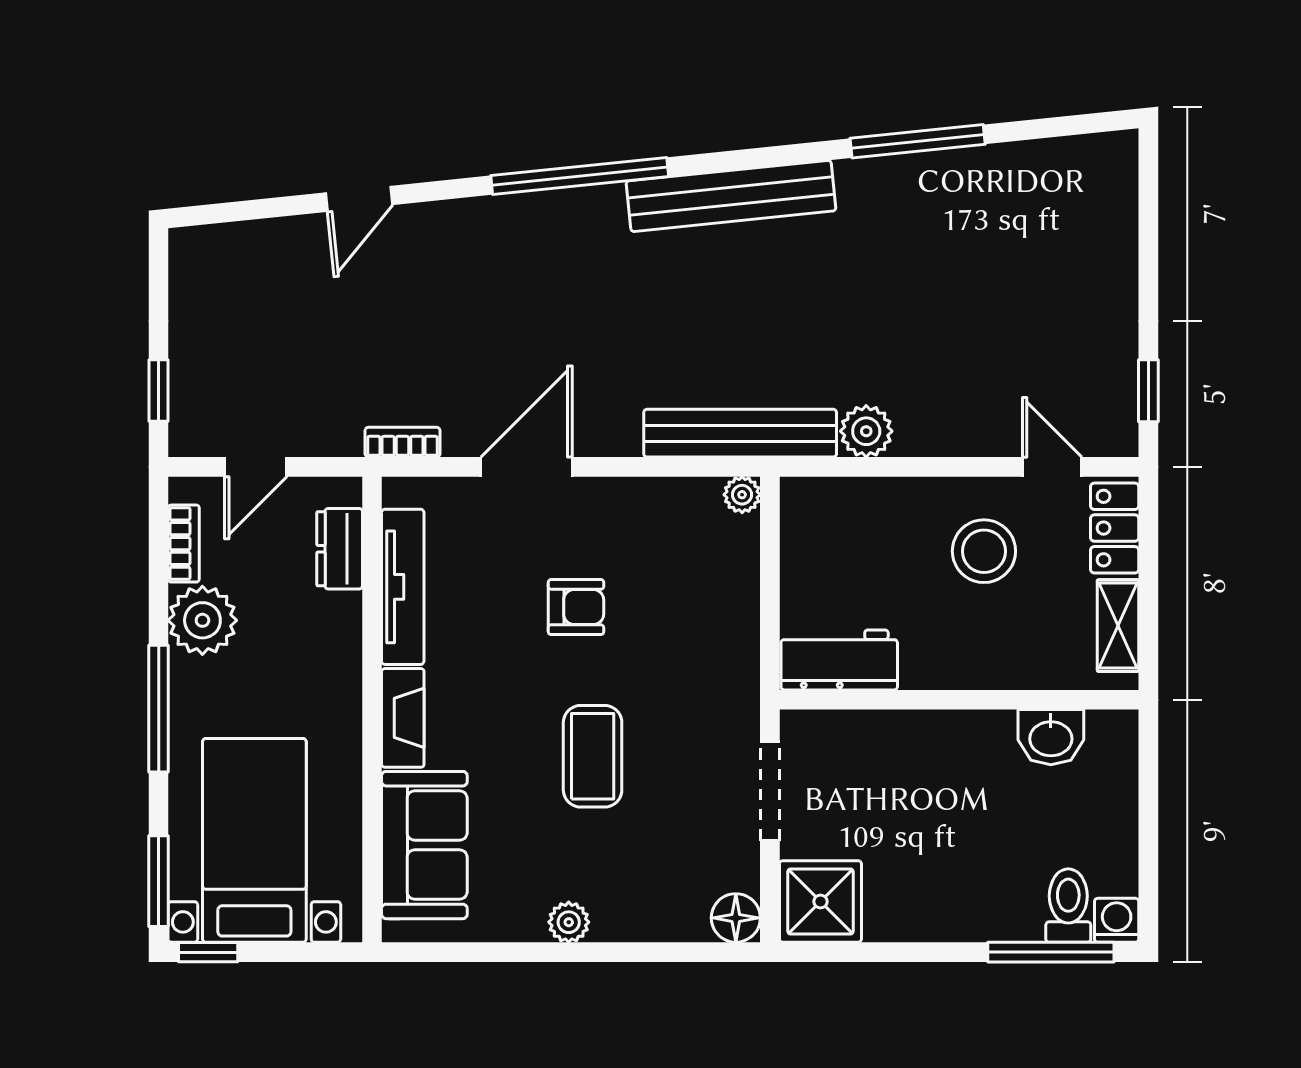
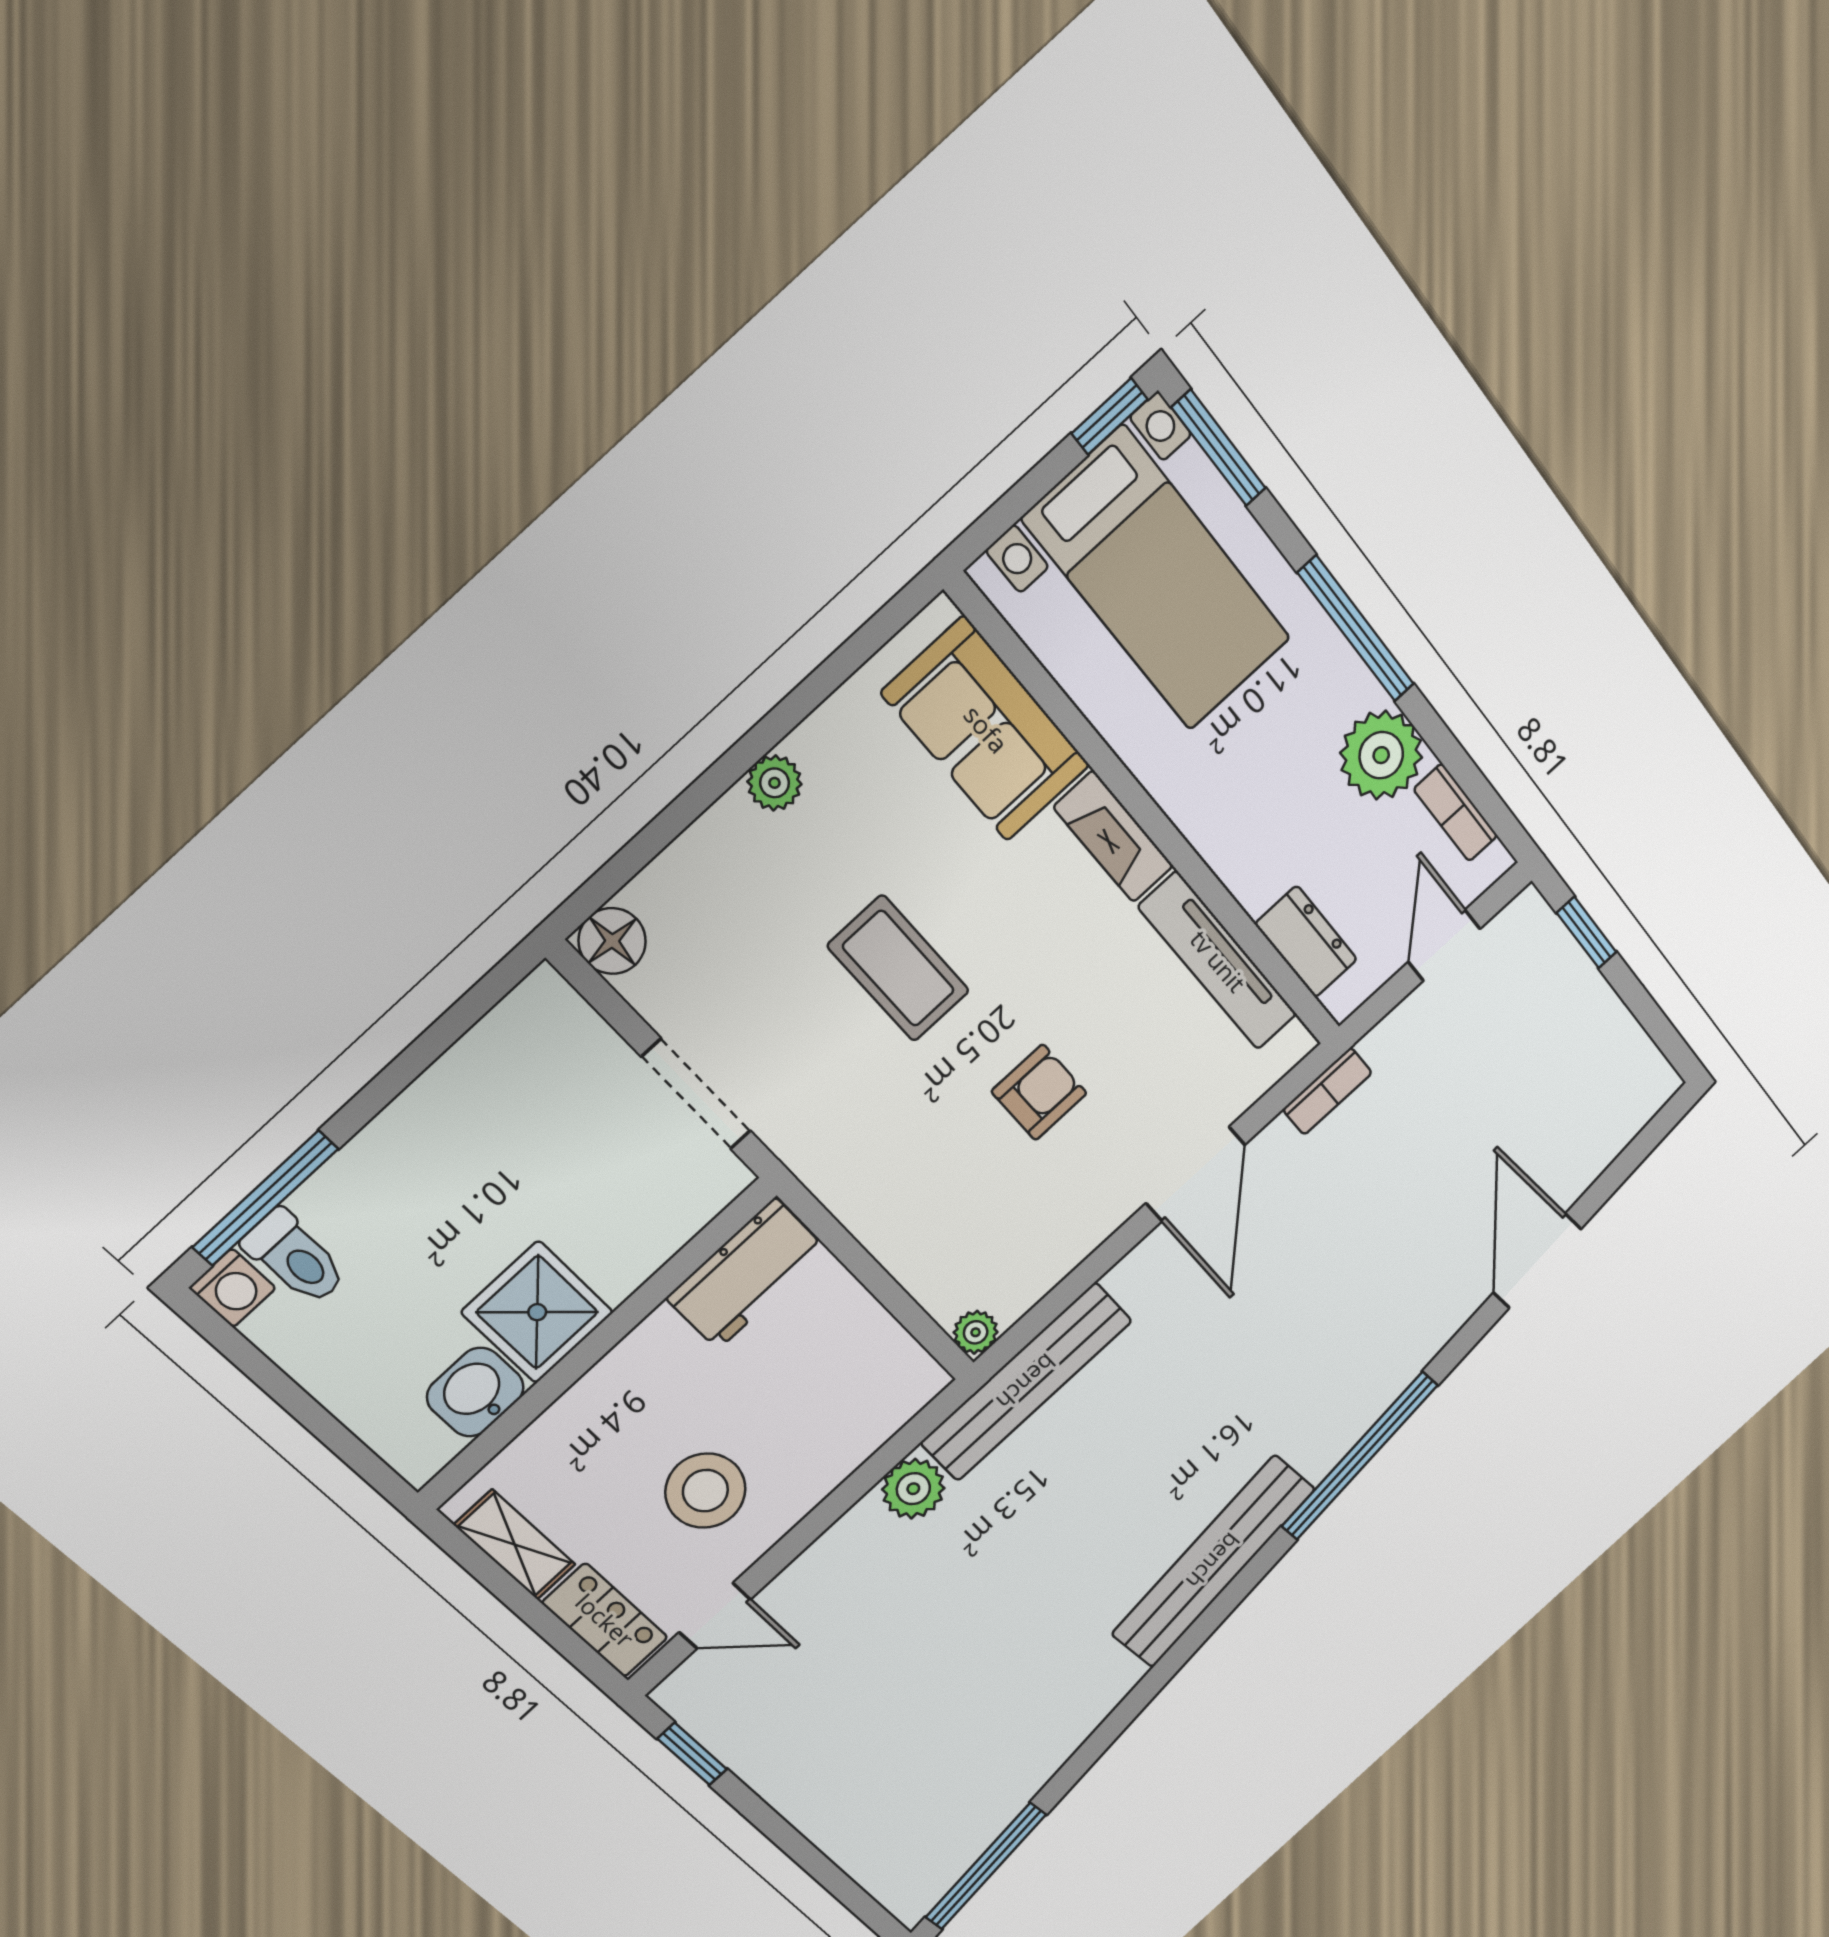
window: (918, 141) -> (986, 1866), moved
door: (359, 199) -> (1537, 1261), width x1.38
armchair: (576, 607) -> (1039, 1092), turned 180
shower: (820, 901) -> (537, 1312), moved

